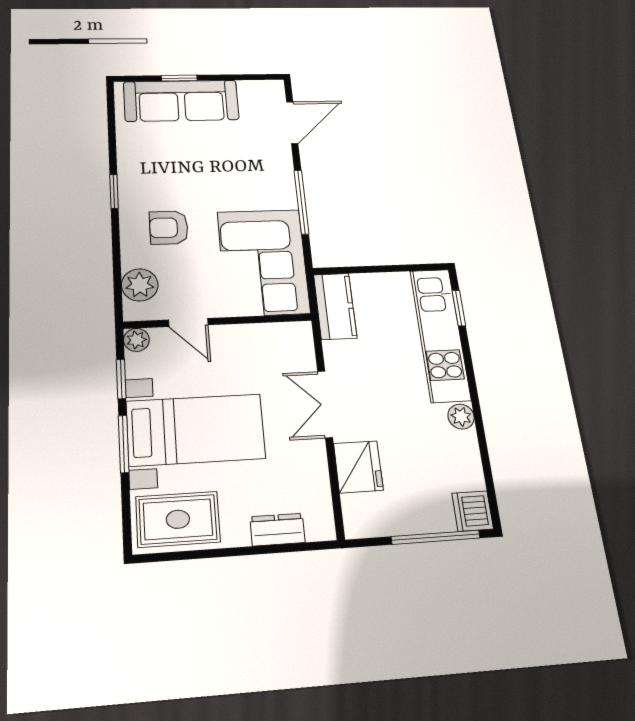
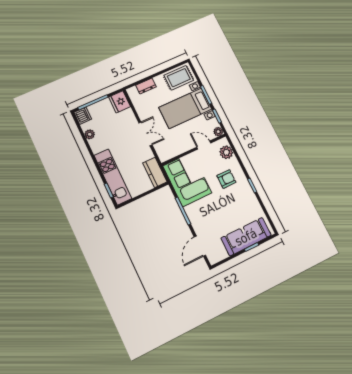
plant: (461, 417) -> (90, 134), moved
fridge: (358, 467) -> (120, 102), moved

